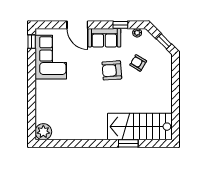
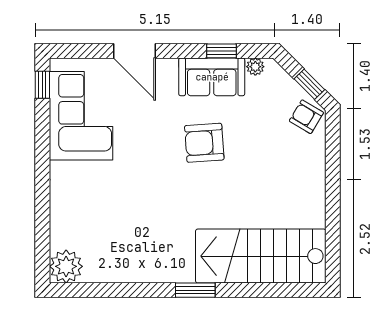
sofa: (104, 38) -> (212, 77), moved
armchair: (138, 63) -> (306, 117), moved
window: (128, 143) -> (195, 290), moved

